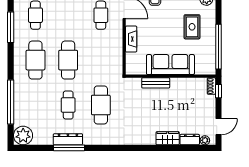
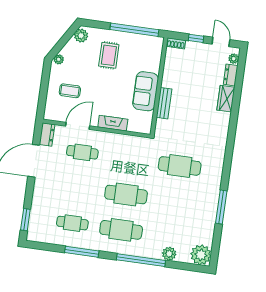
rug: (192, 27) -> (109, 55), turned 90
sofa: (170, 65) -> (146, 91), width x0.73
window: (218, 91) -> (196, 38), moved
window: (11, 102) -> (141, 260), moved
cafe table: (68, 105) -> (175, 201), removed
plant: (20, 107) -> (169, 254), added
dresser: (68, 139) -> (212, 207), removed

